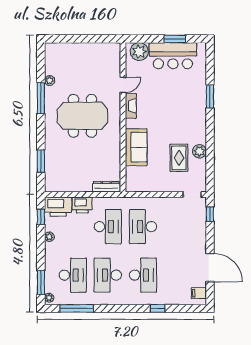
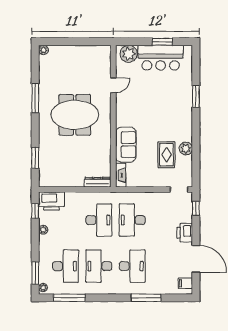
plant: (50, 80) -> (44, 50), moved
fireplace: (131, 106) -> (121, 175), moved
printer: (82, 205) -> (185, 233), moved, turned 90
window: (158, 308) -> (146, 298), width x2.17

